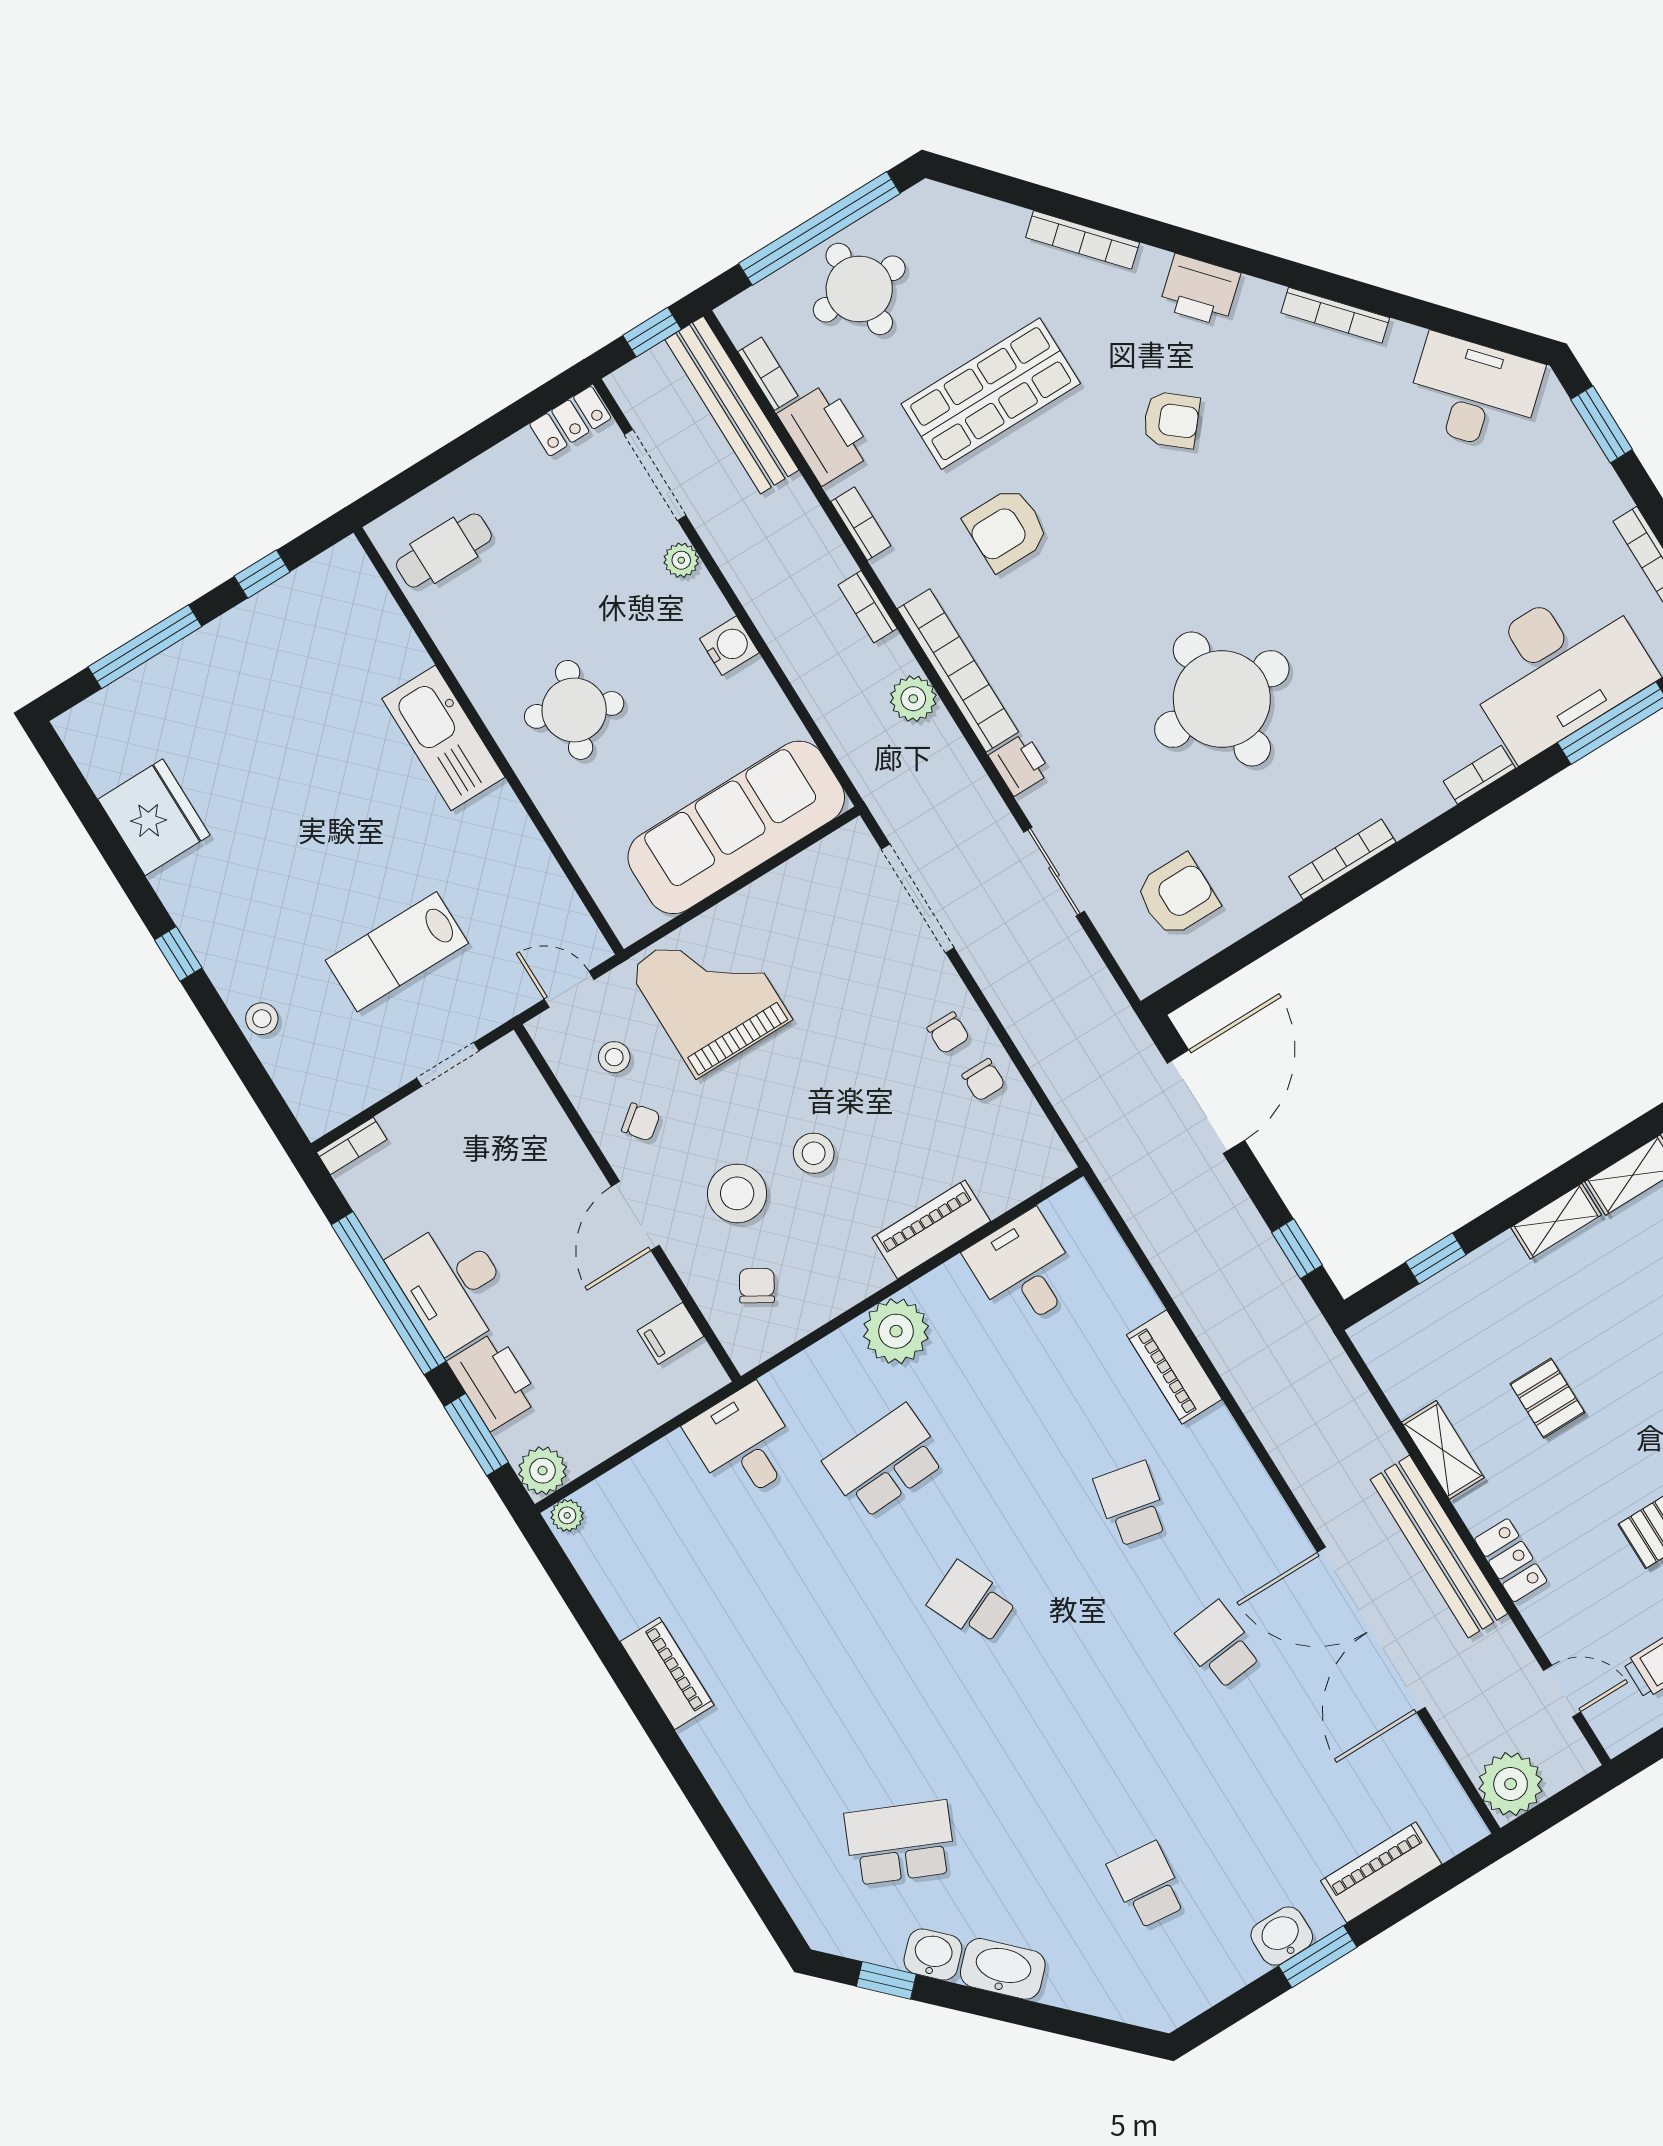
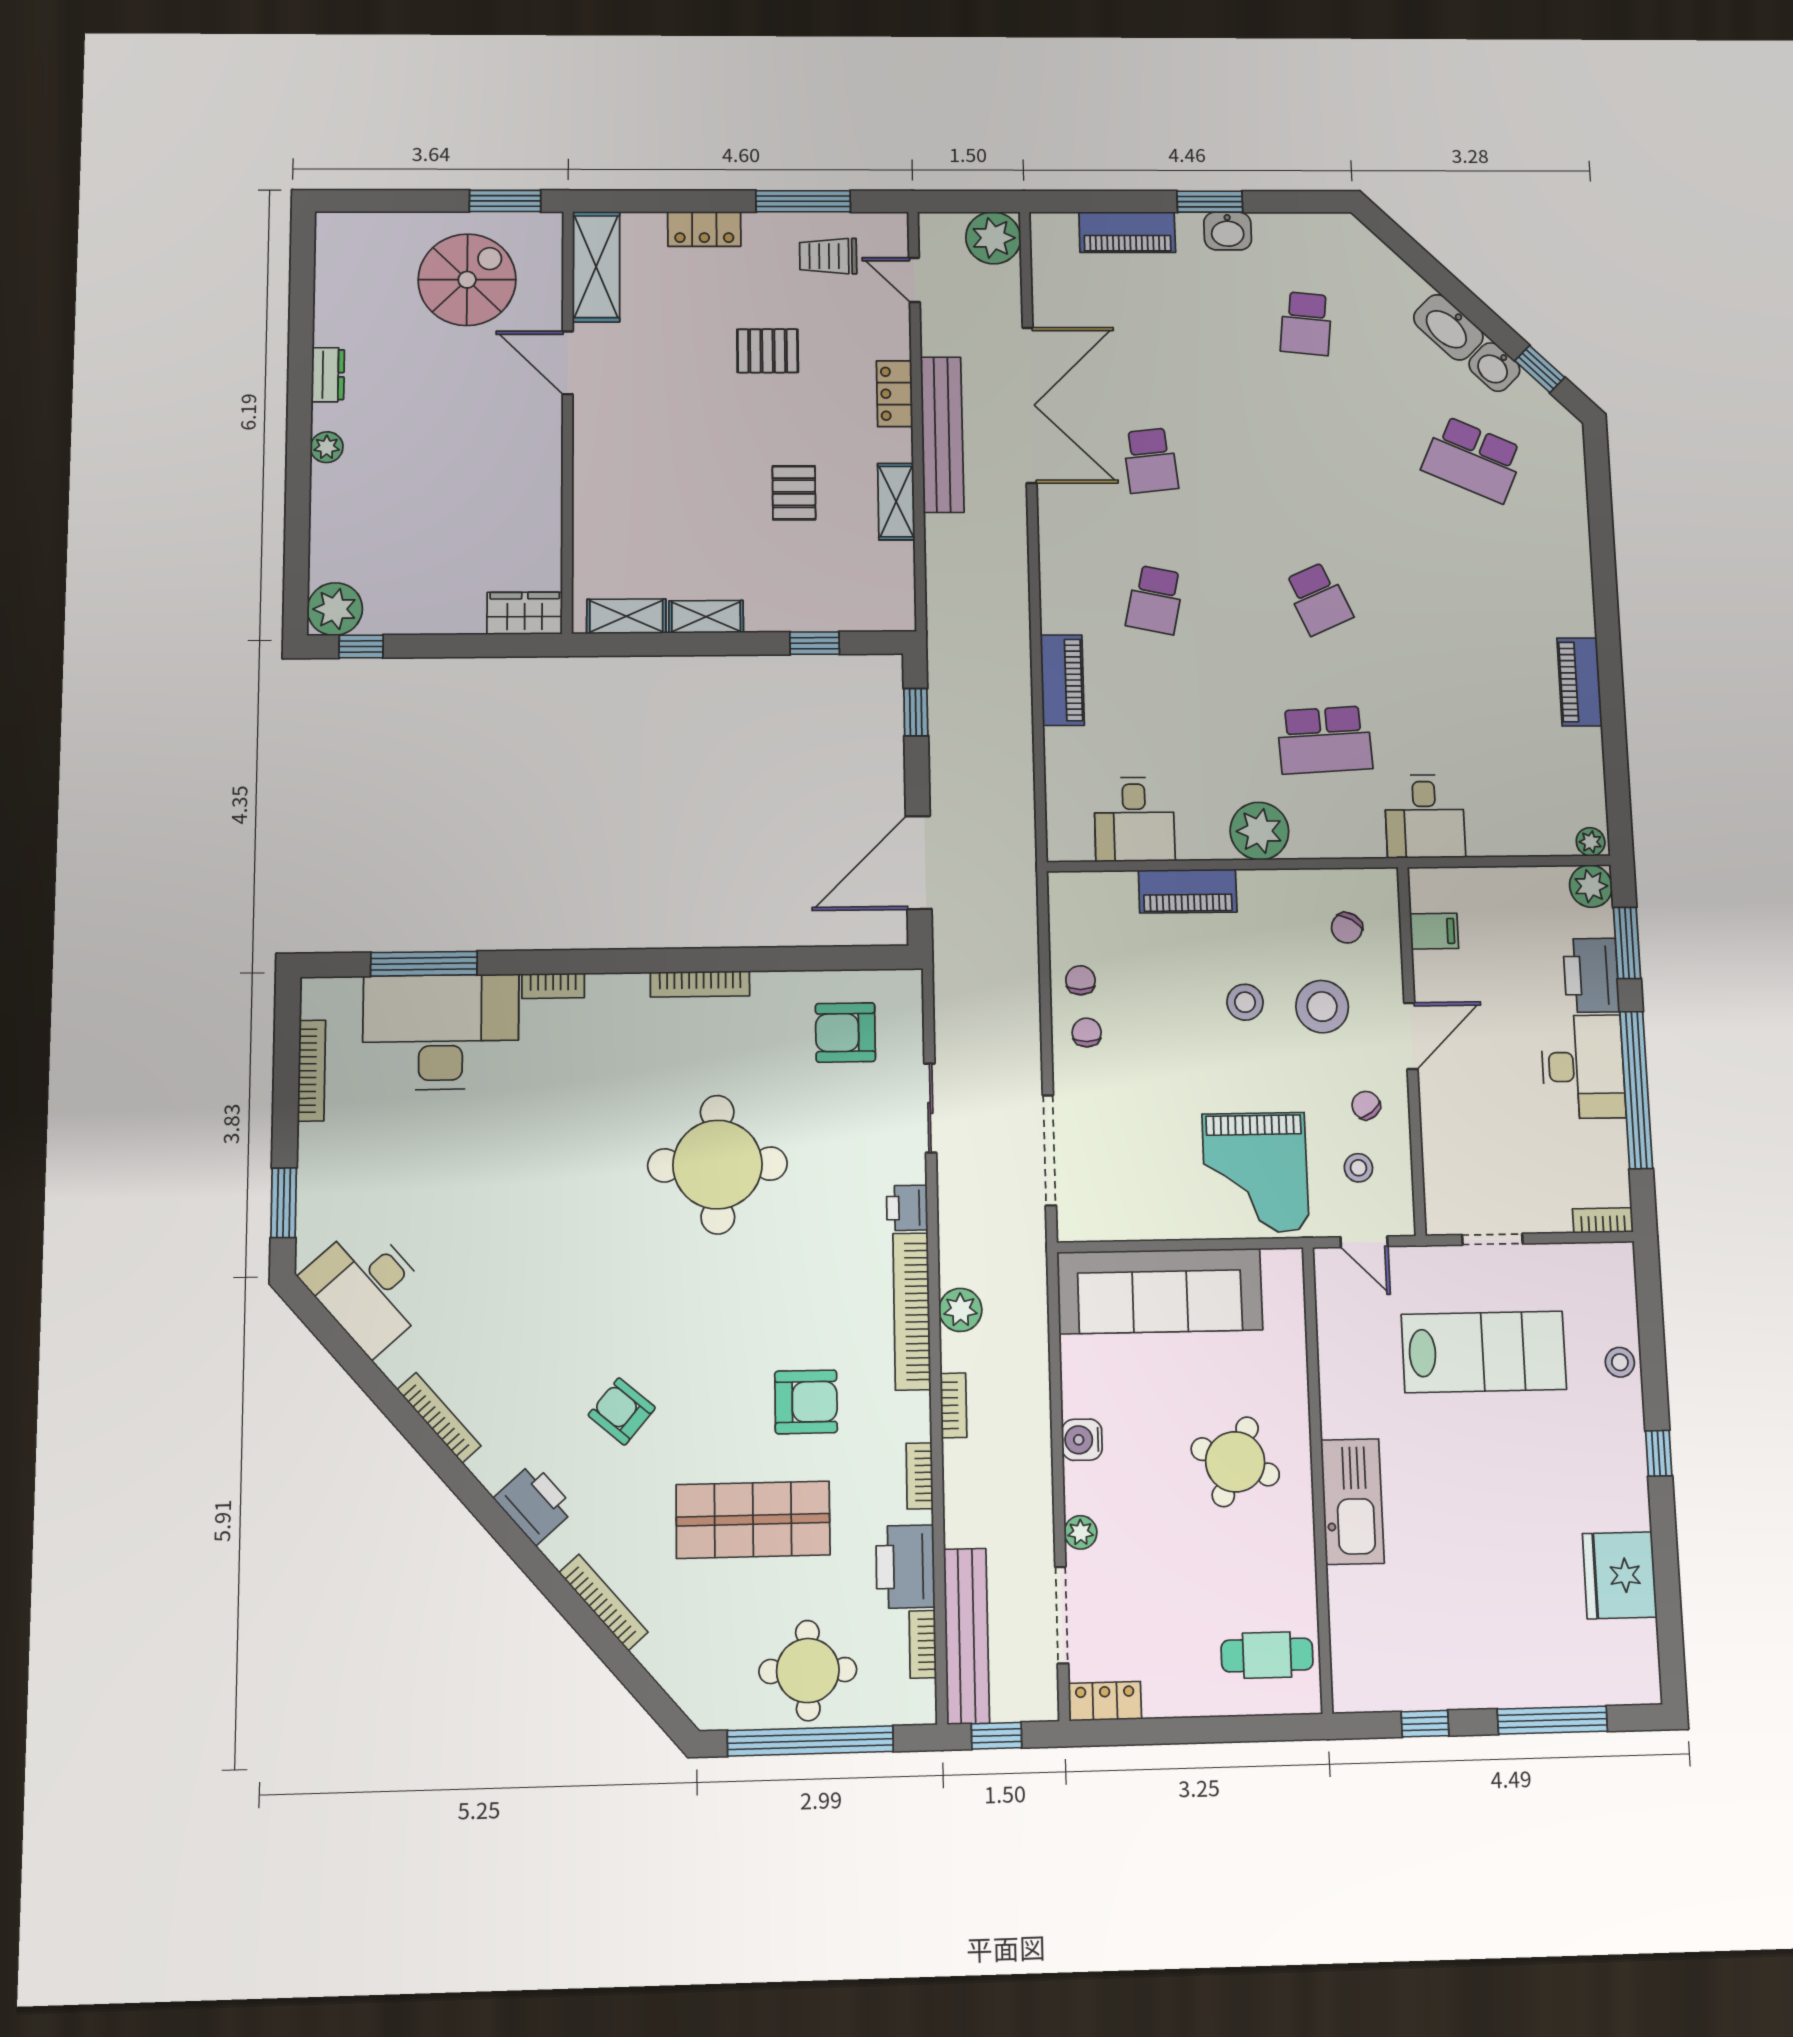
lab bench: (397, 952) -> (1484, 1352), width x1.36, depth x1.39

